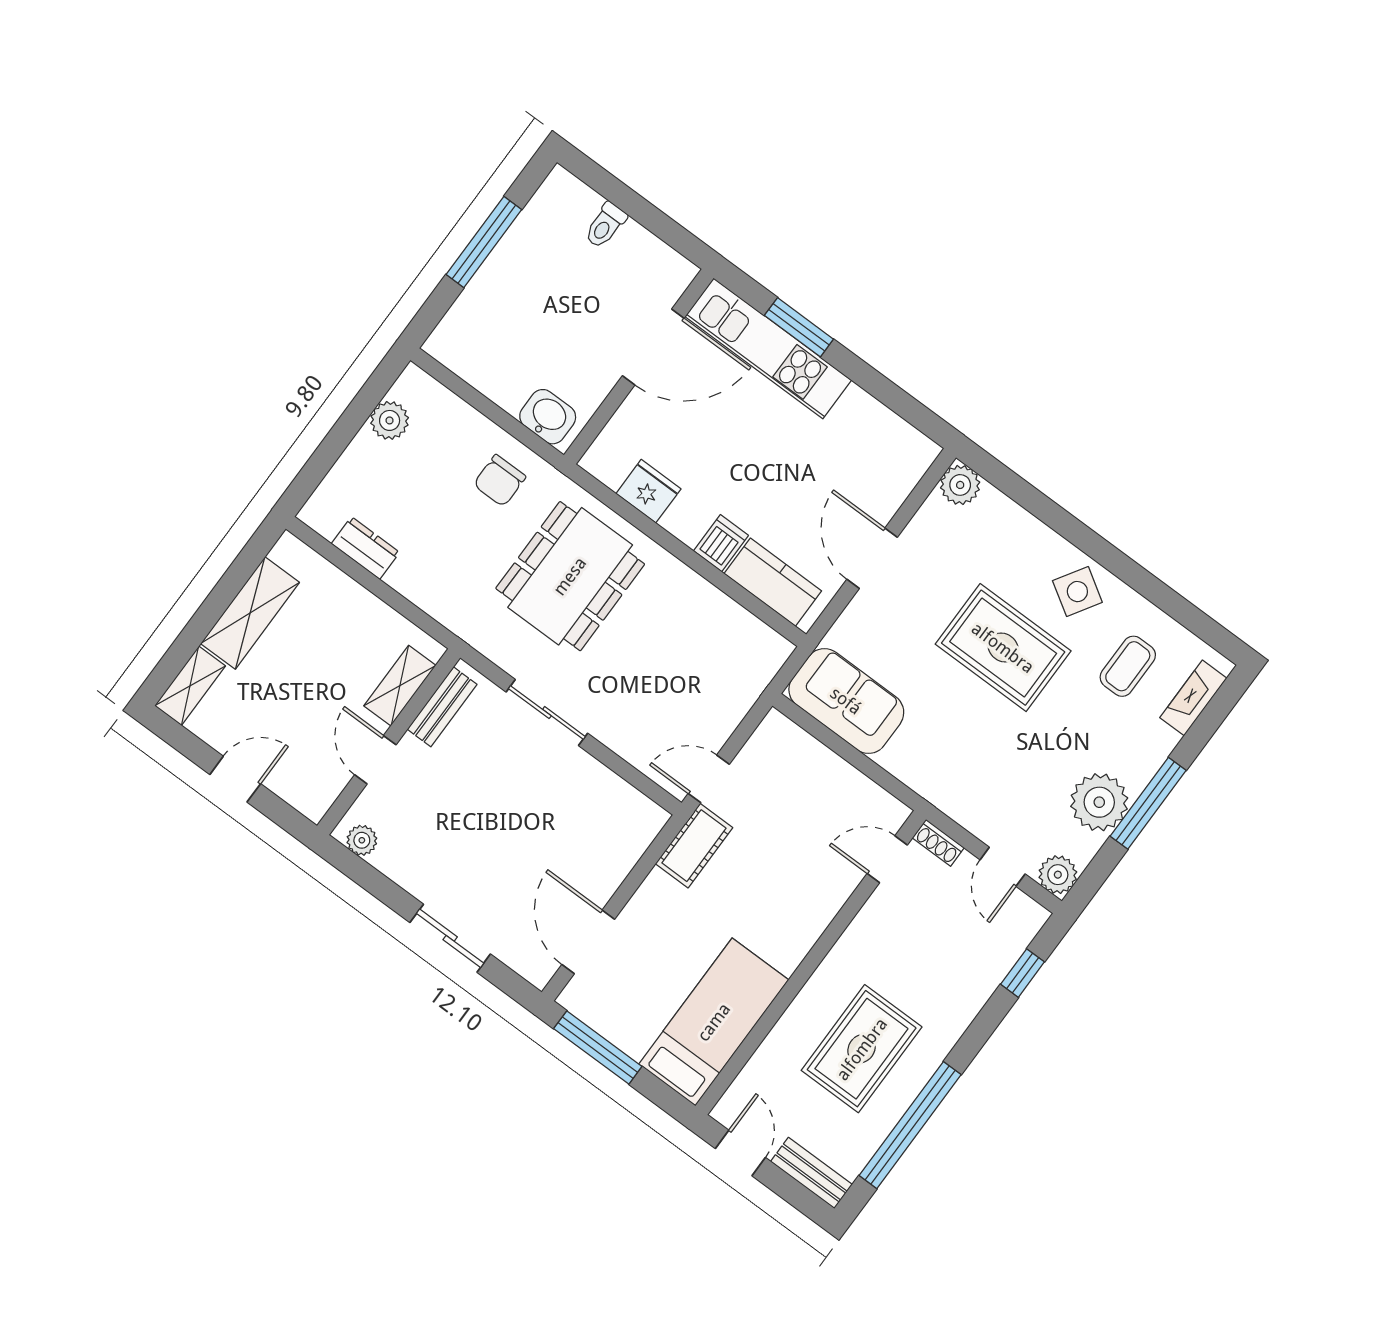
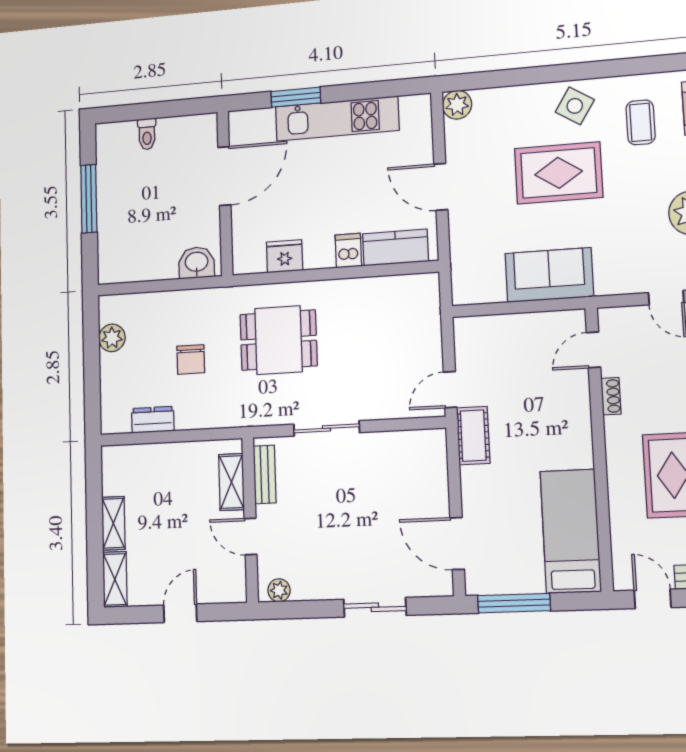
kitchen unit: (768, 348) -> (337, 119), moved
chair: (500, 481) -> (191, 359), moved
dining table: (570, 576) -> (279, 340), width x0.73
shelving: (250, 613) -> (113, 523), width x0.67, depth x0.75
sofa: (846, 701) -> (549, 275), moved
shoe rack: (938, 843) -> (611, 396), moved, turned -90

